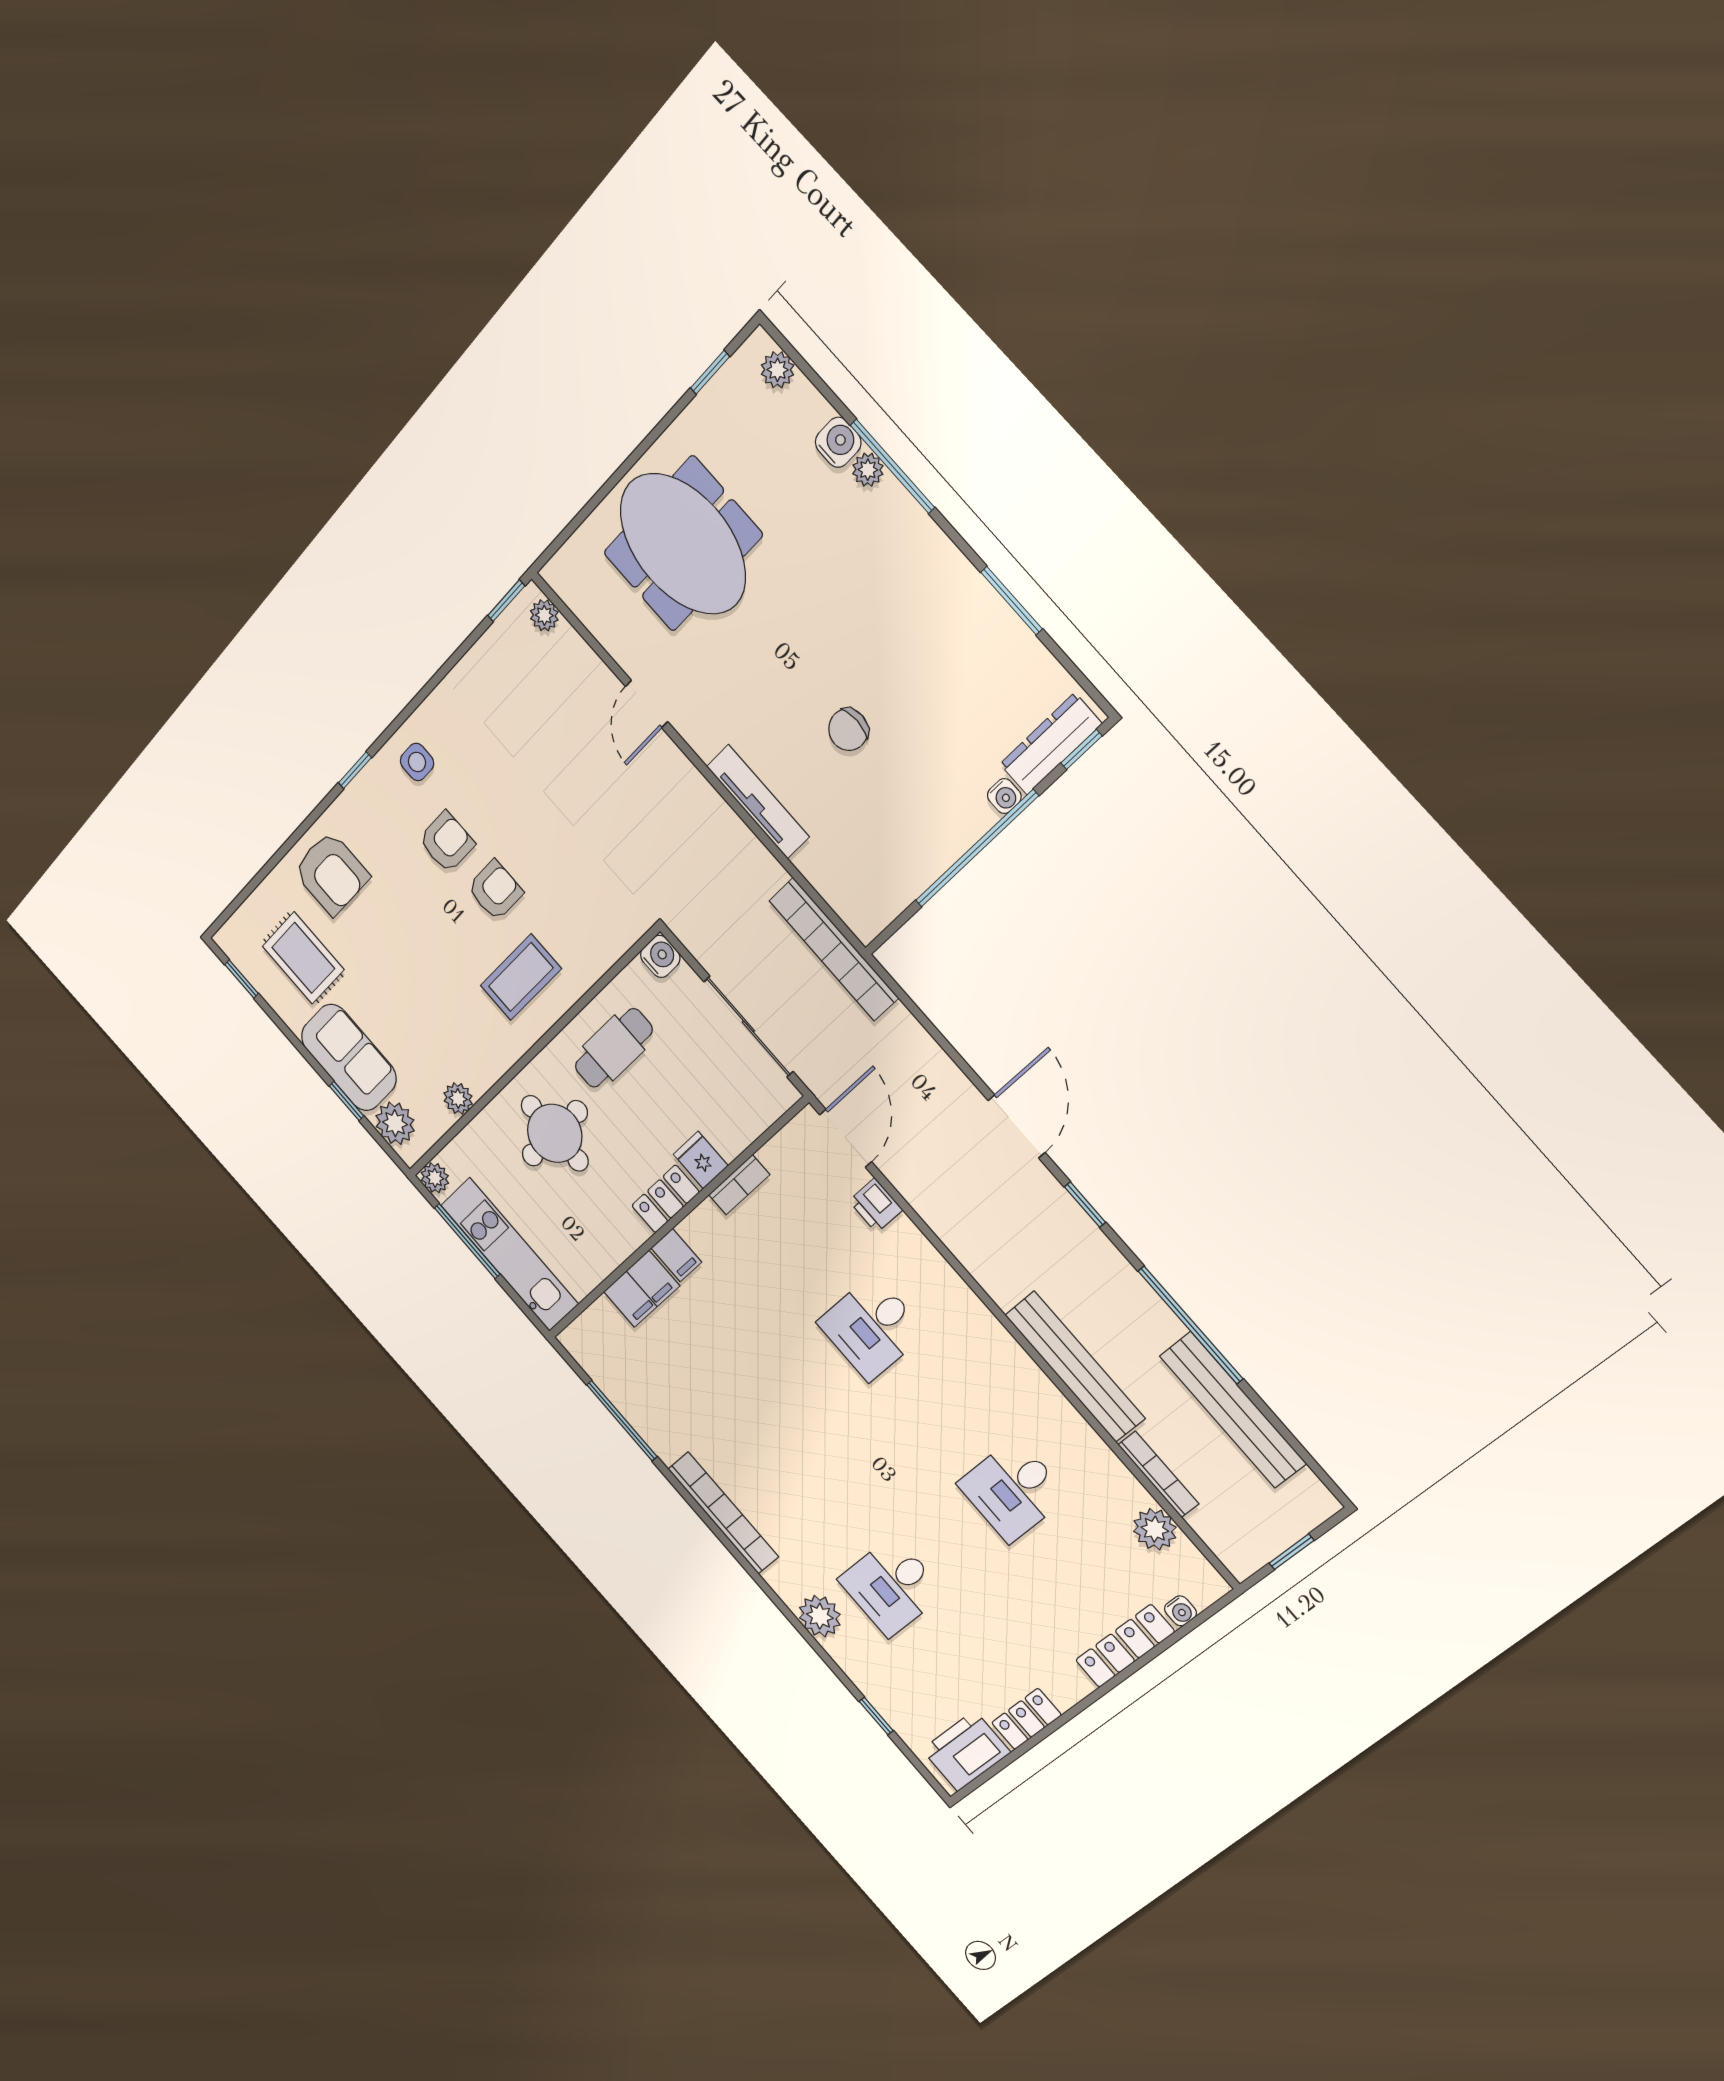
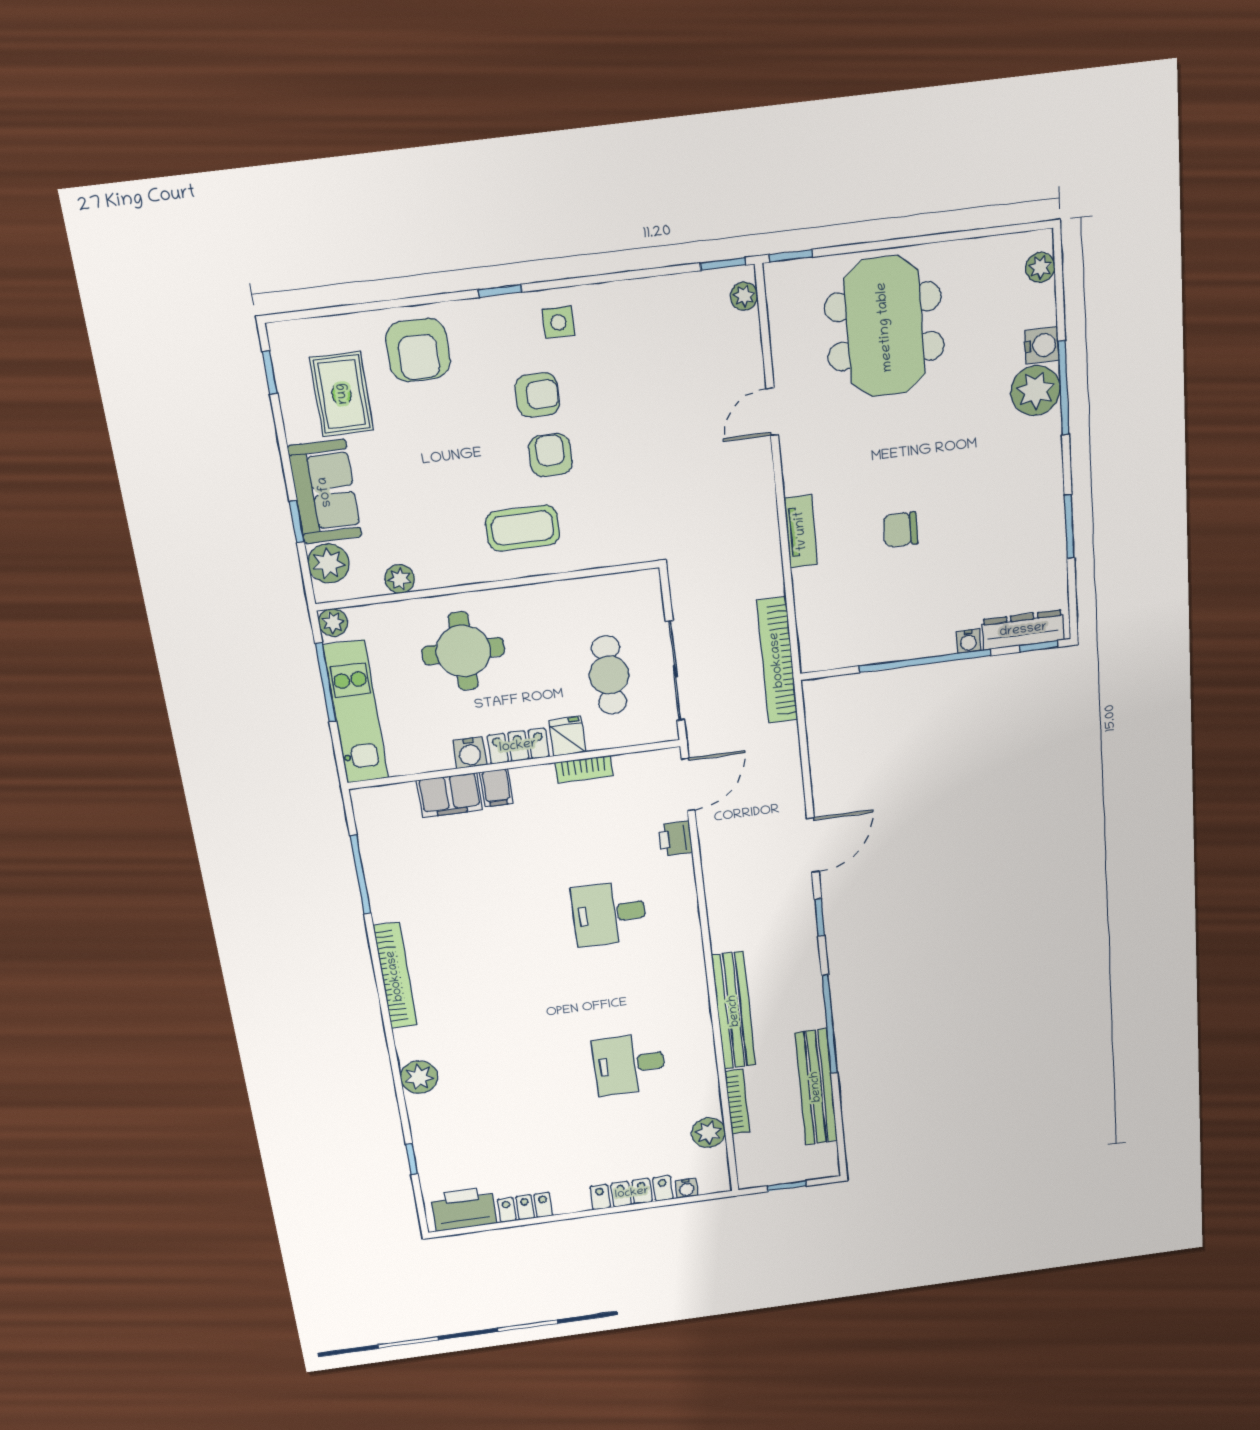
window: (710, 372) -> (791, 256), moved
plant: (868, 470) -> (1035, 391), width x1.87, depth x1.87
tv unit: (758, 802) -> (801, 531), width x0.71
armchair: (495, 890) -> (550, 455), turned -90
water cooler: (660, 956) -> (470, 753), moved, turned 90
cafe table: (614, 1048) -> (609, 675), moved, turned 90
desk: (891, 1586) -> (491, 1083), removed

